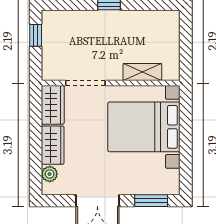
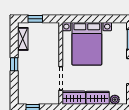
window: (186, 40) -> (35, 19), added
shelving: (142, 72) -> (23, 39), moved

